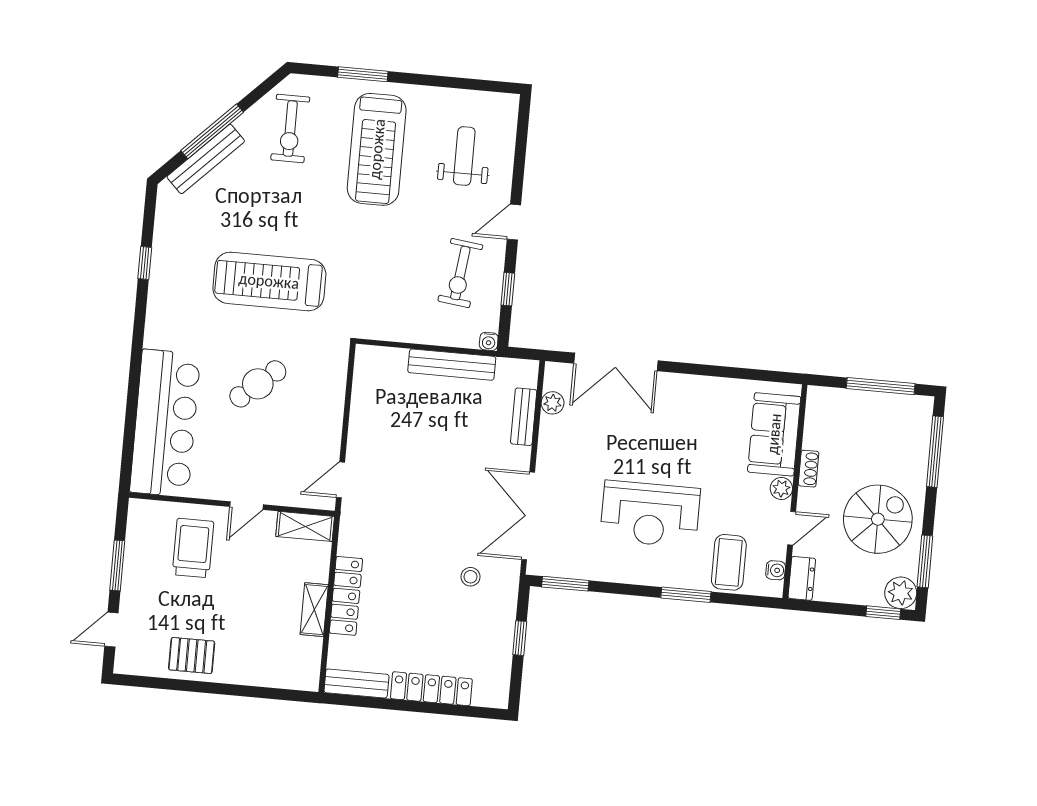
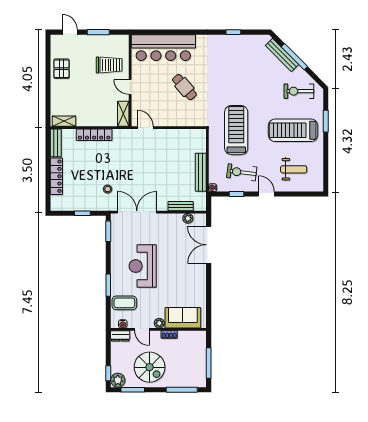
treadmill: (269, 281) -> (236, 130), moved
shelving: (314, 610) -> (64, 121), moved

